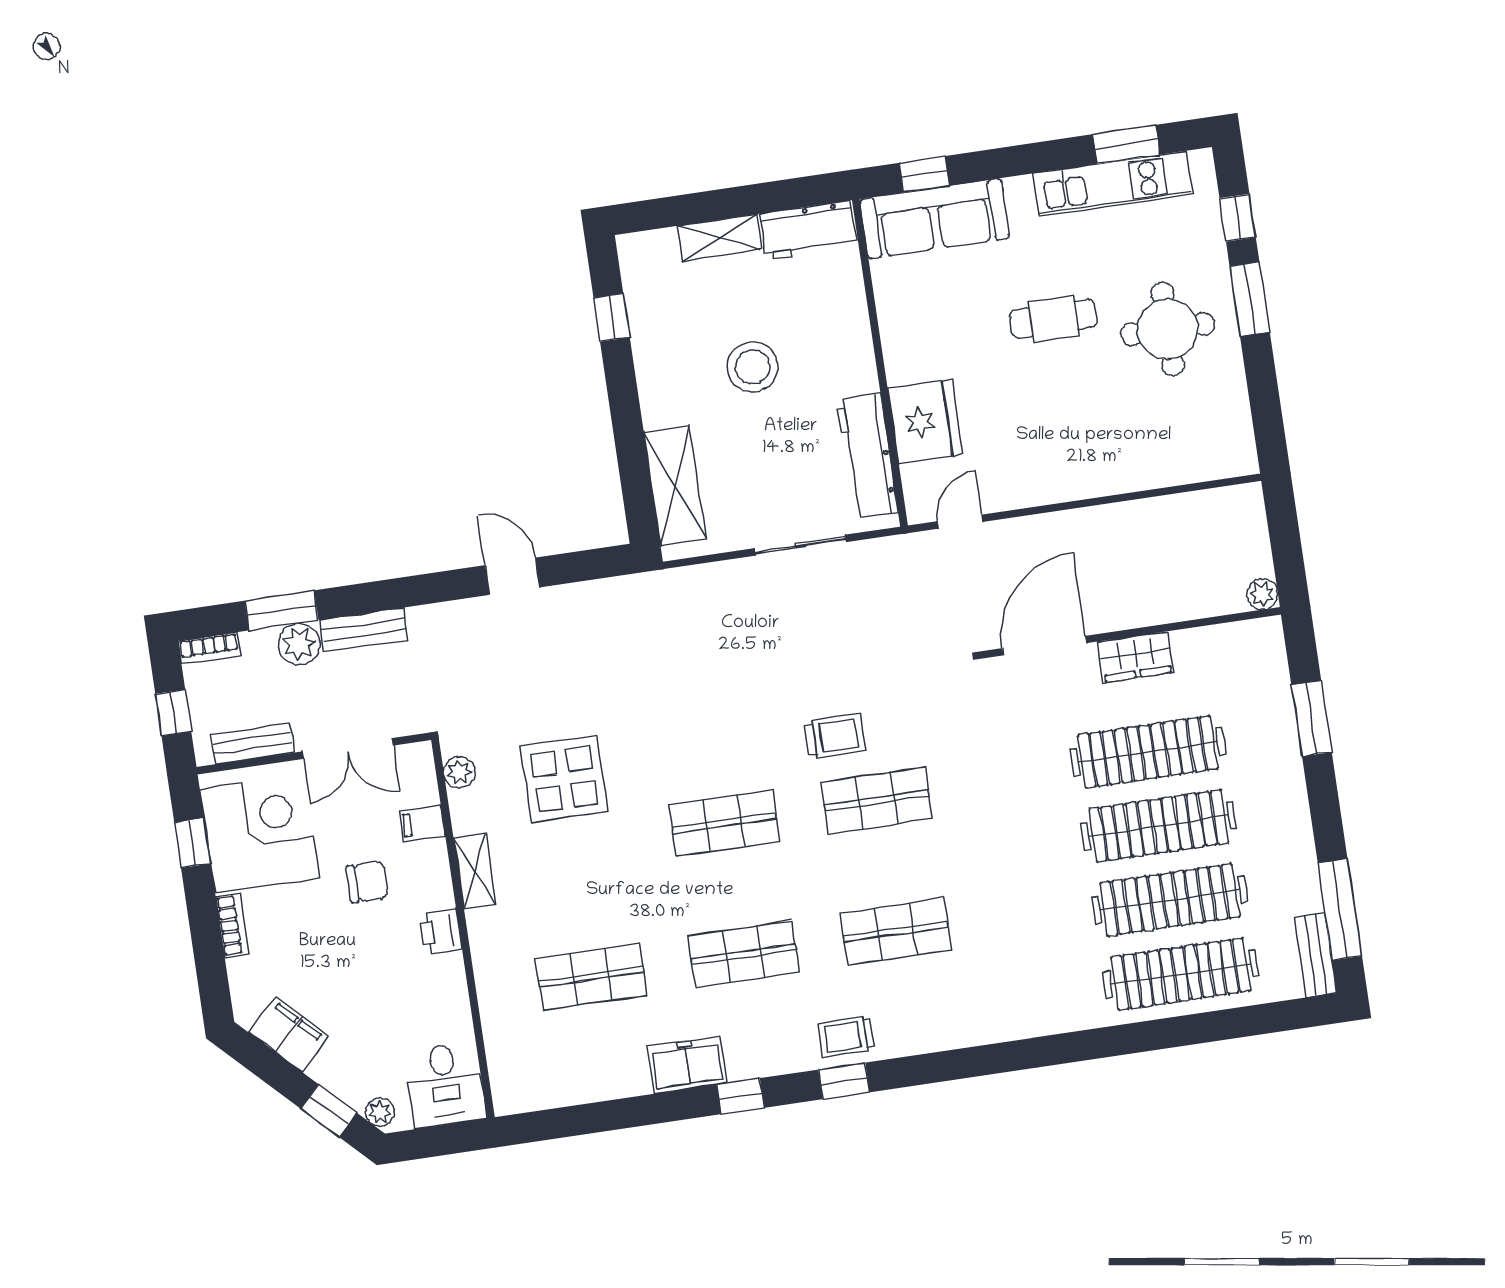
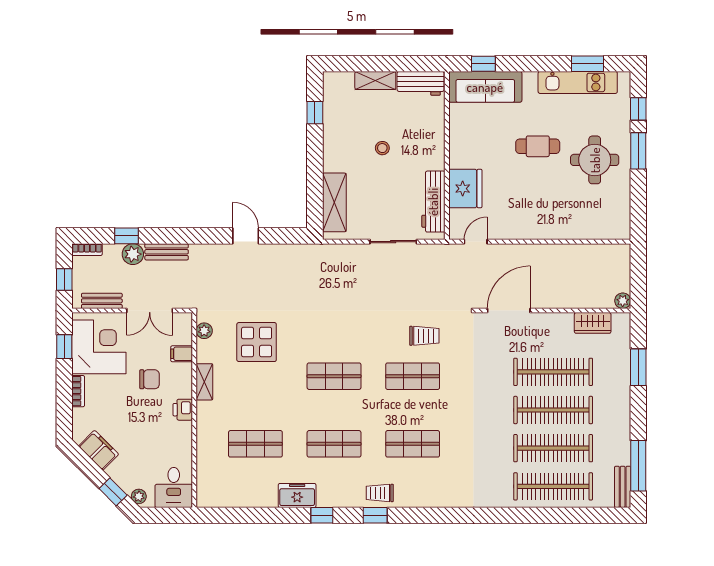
stool: (753, 367) -> (382, 148), width x0.53, depth x0.53
window: (282, 610) -> (127, 236), width x0.67
wardrobe: (1136, 657) -> (593, 323), moved
trolley: (835, 736) -> (424, 336), moved

